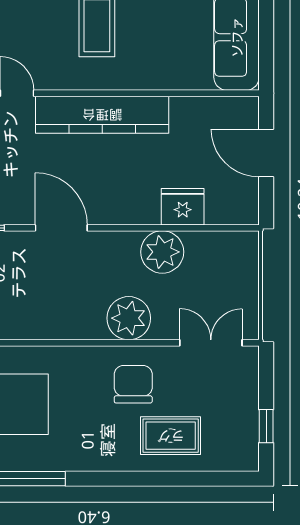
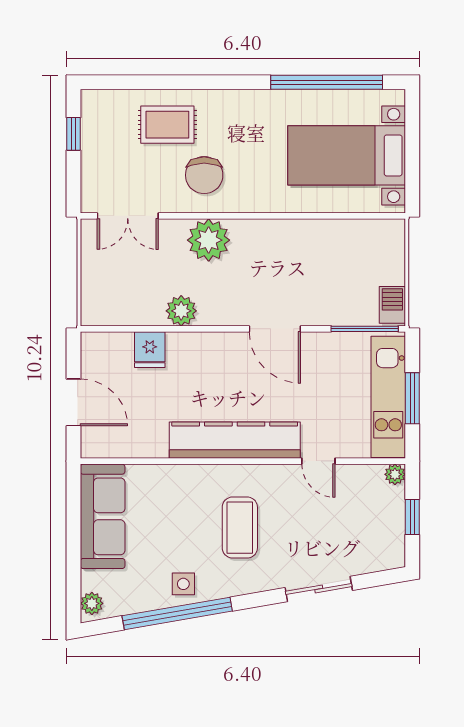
fridge: (183, 207) -> (150, 350), width x0.72
plant: (162, 252) -> (181, 311), width x0.73, depth x0.73

